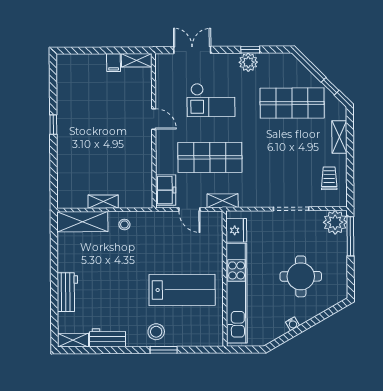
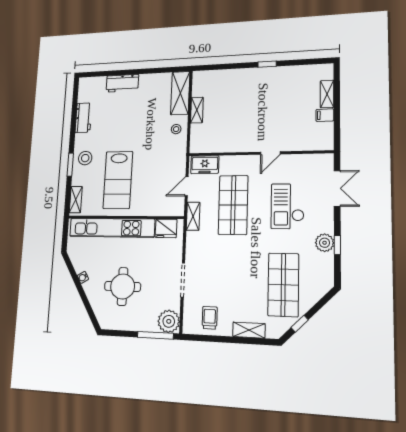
shelving: (137, 60) -> (327, 94), moved
trolley: (329, 178) -> (210, 318), turned -90
shelving: (73, 340) -> (76, 200), moved

